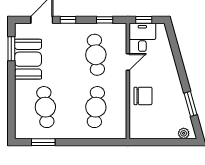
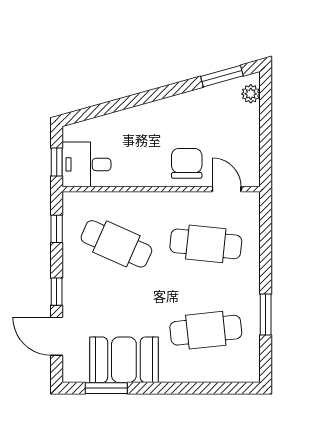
cafe table: (96, 55) -> (116, 244), turned 30
door: (128, 62) -> (227, 189), moved
window: (191, 104) -> (222, 76), moved
window: (43, 142) -> (266, 315), moved

